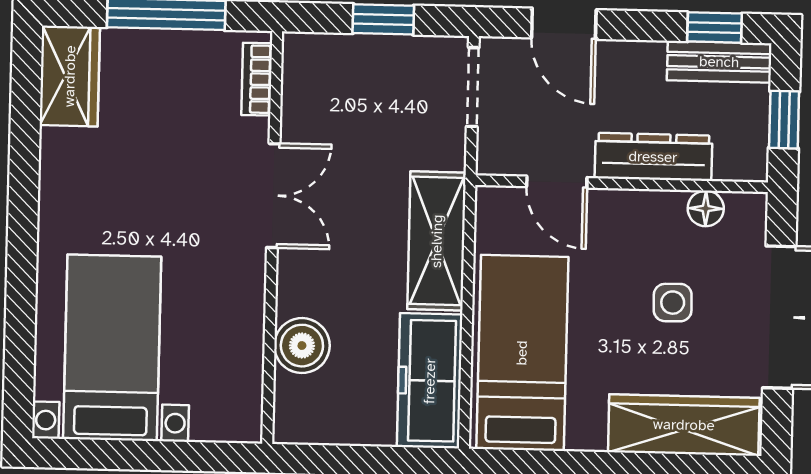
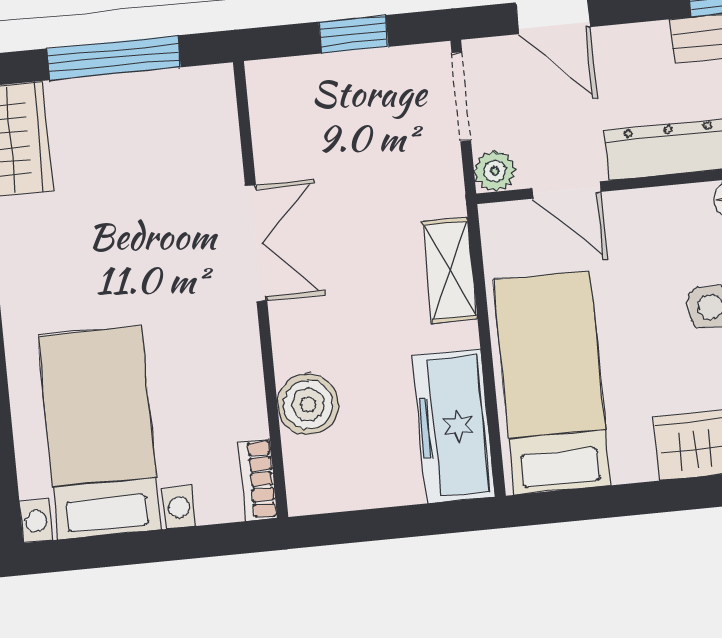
bookcase: (257, 79) -> (258, 480), moved
plant: (495, 157) -> (495, 171), added
shelving: (437, 241) -> (450, 270), width x0.67, depth x0.75

